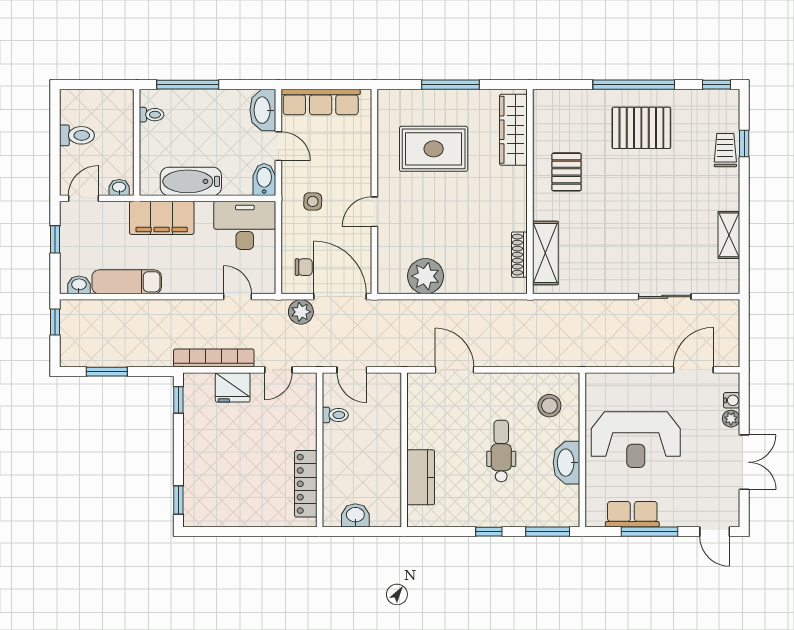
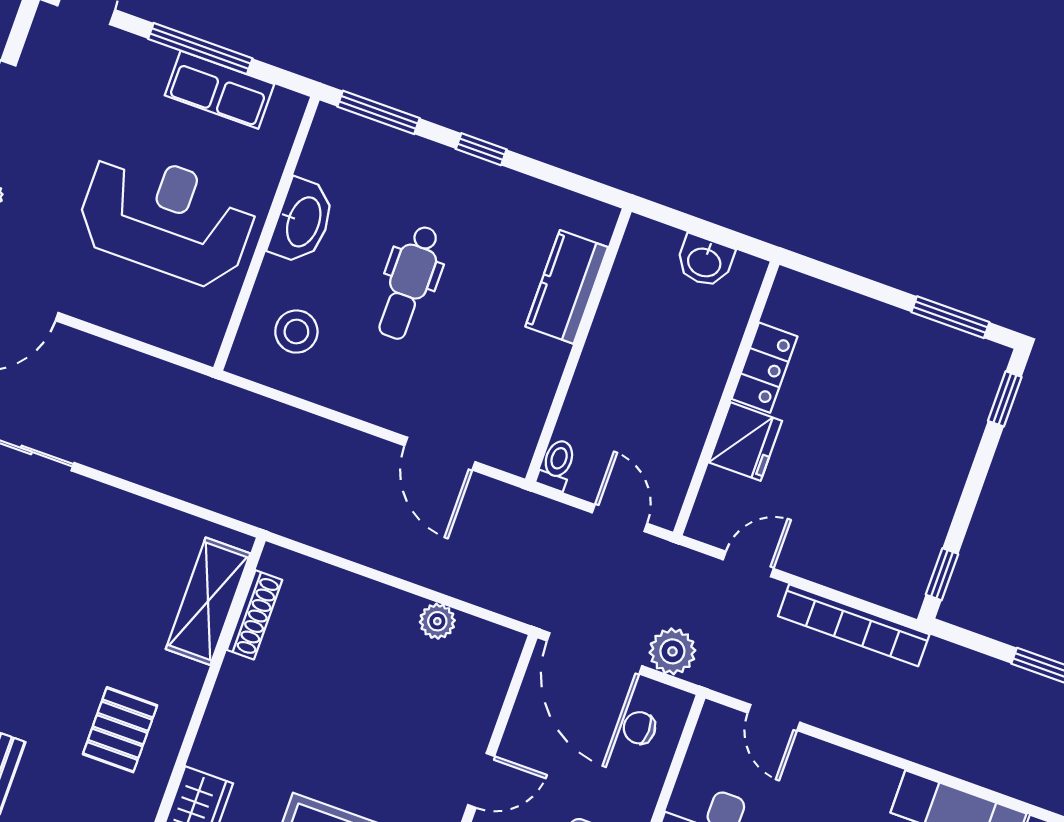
plant: (425, 276) -> (437, 621), width x0.53, depth x0.53
fridge: (233, 387) -> (745, 442), moved, turned 90
toilet: (335, 415) -> (557, 465), moved, turned 90
locker: (306, 484) -> (765, 368), width x0.66
window: (221, 532) -> (950, 317), added

